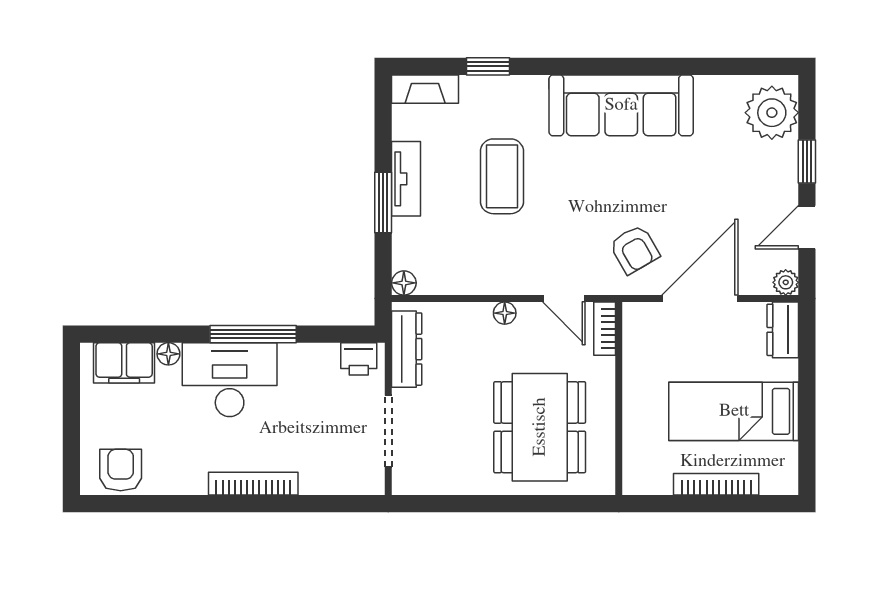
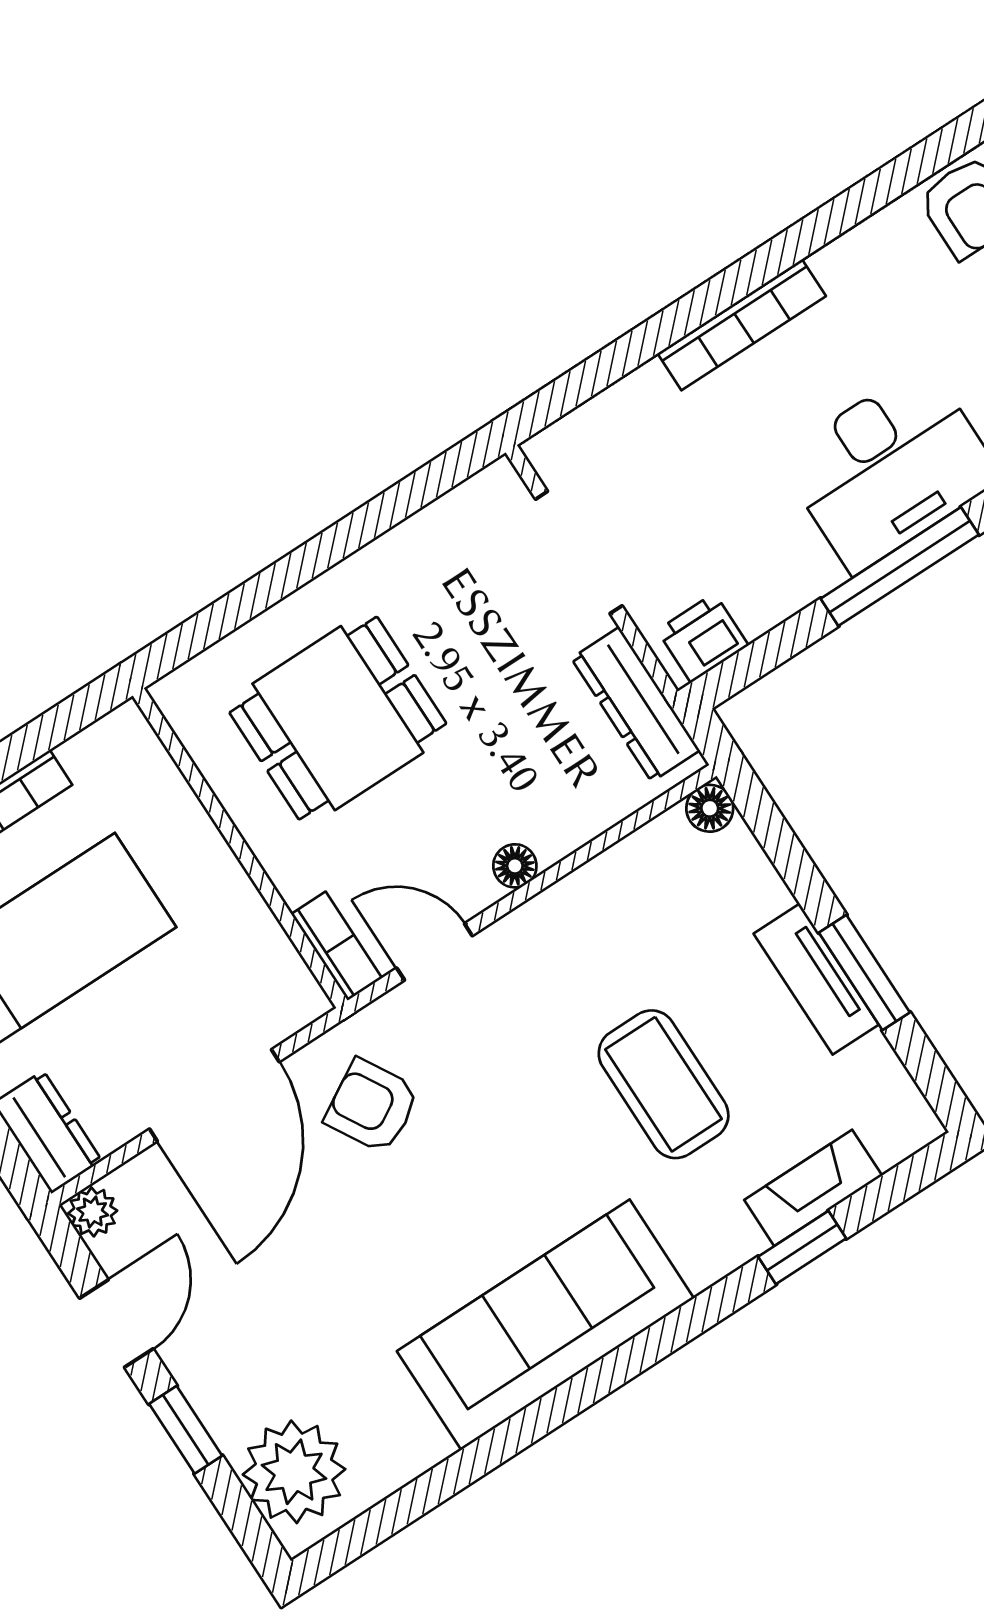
fireplace: (425, 89) -> (813, 1188), moved
window: (383, 203) -> (864, 973), moved
dining table: (540, 427) -> (338, 718), width x0.73

